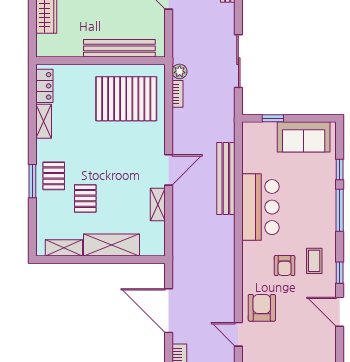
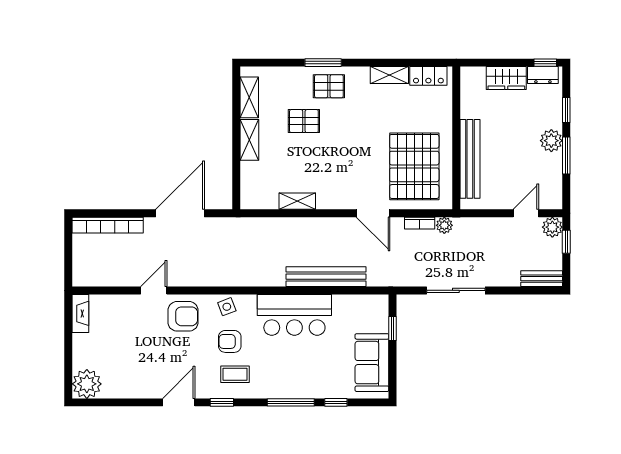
door: (169, 170) -> (373, 213), moved
shelving: (112, 245) -> (249, 140), width x0.67, depth x0.75
side table: (253, 268) -> (227, 307), added

